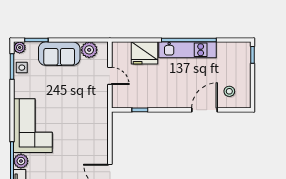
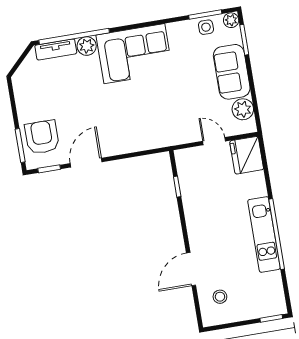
fridge: (145, 53) -> (247, 155), moved
door: (110, 76) -> (214, 141), swing flipped
door: (205, 110) -> (191, 269), swing flipped

